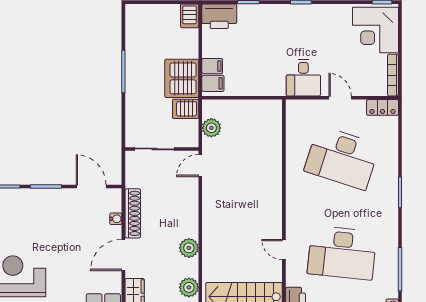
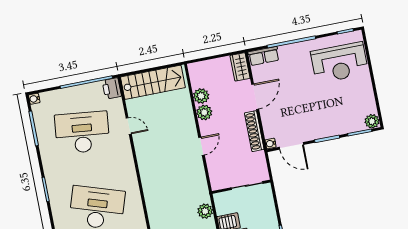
door: (200, 166) -> (202, 146), moved
water cooler: (116, 219) -> (271, 144), moved
plant: (189, 287) -> (201, 96), moved

